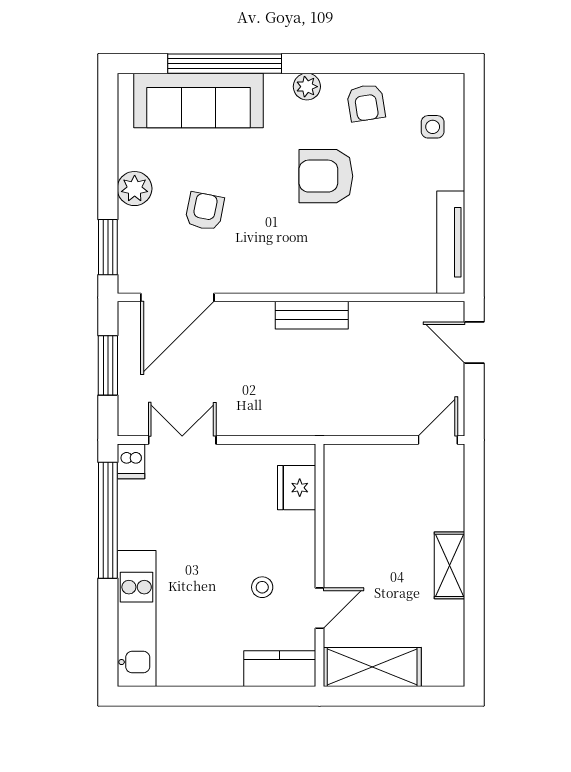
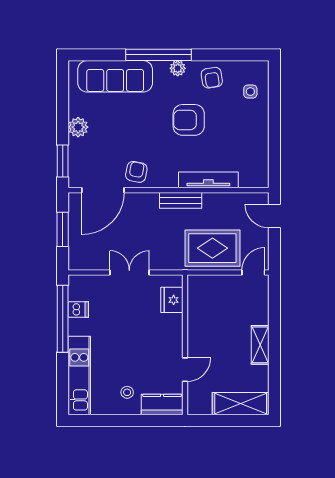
window: (225, 64) -> (159, 55), moved
armchair: (205, 211) -> (136, 172), moved
tv unit: (451, 242) -> (208, 180), moved, turned 90
rug: (367, 398) -> (212, 248), added
double door: (182, 440) -> (129, 272), moved
dishwasher: (131, 461) -> (78, 310), moved, turned -90
stool: (262, 587) -> (127, 392), moved
shelving: (372, 667) -> (241, 404), moved

